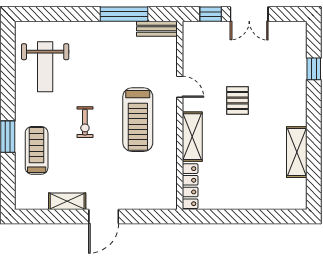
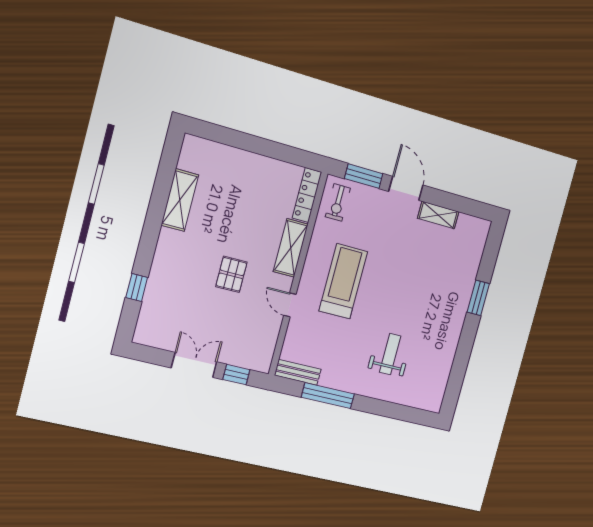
weight bench: (45, 67) -> (390, 354), moved, width x0.73, depth x0.75
exercise bike: (85, 122) -> (338, 202), moved, turned 180
treadmill: (37, 150) -> (454, 276), removed
door: (104, 216) -> (406, 188), hinge flipped
window: (145, 216) -> (364, 176), added

